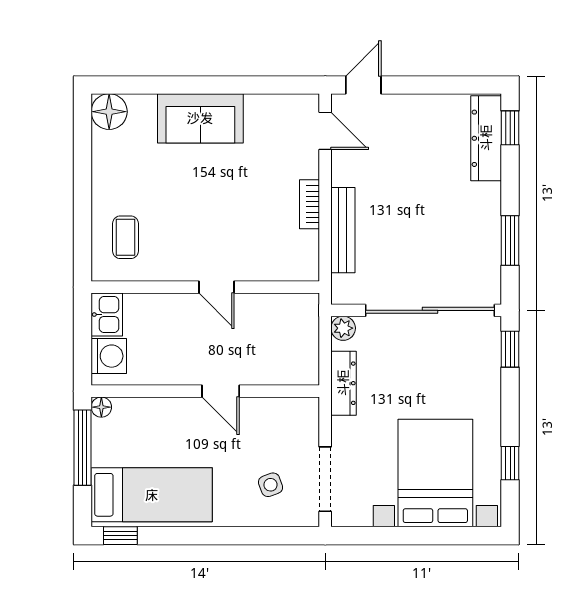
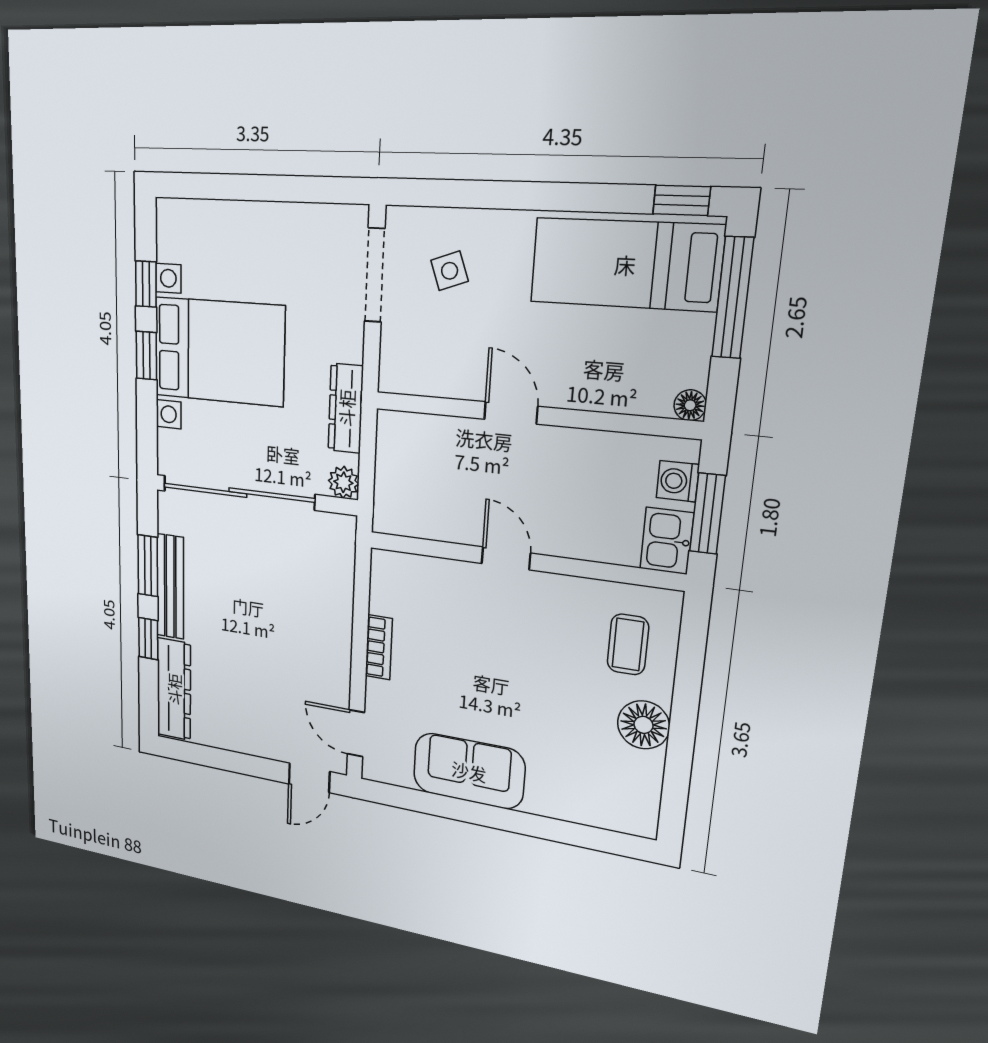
floor lamp: (109, 112) -> (643, 725), moved
sofa: (200, 118) -> (469, 771), moved
window: (510, 128) -> (148, 639), moved
bench: (343, 230) -> (170, 587), moved
window: (82, 337) -> (708, 514), added
window: (510, 349) -> (146, 356), moved
washing machine: (109, 356) -> (678, 481), width x0.73, depth x0.73
window: (82, 448) -> (733, 298), moved
bed with nightstands: (435, 473) -> (219, 351), moved, turned -90

